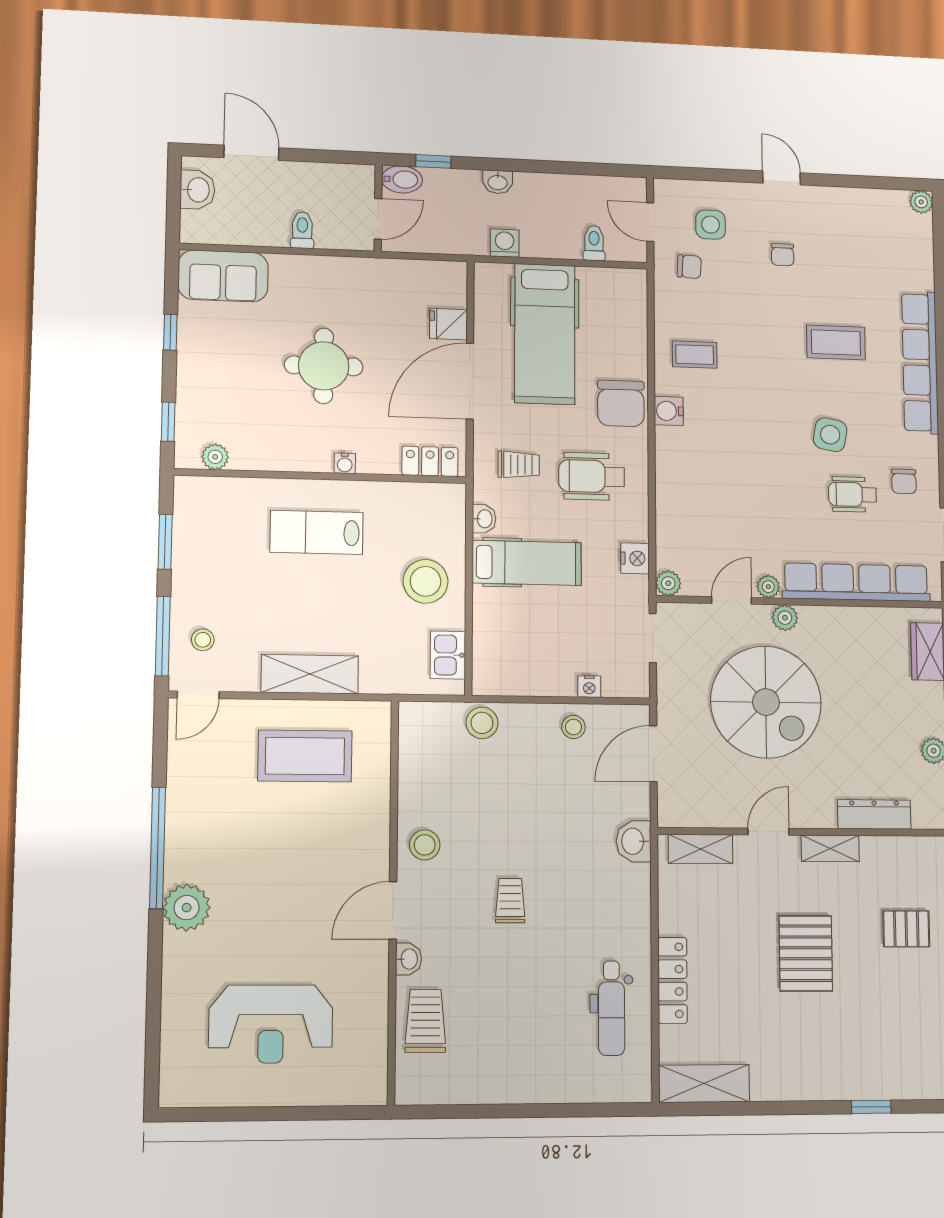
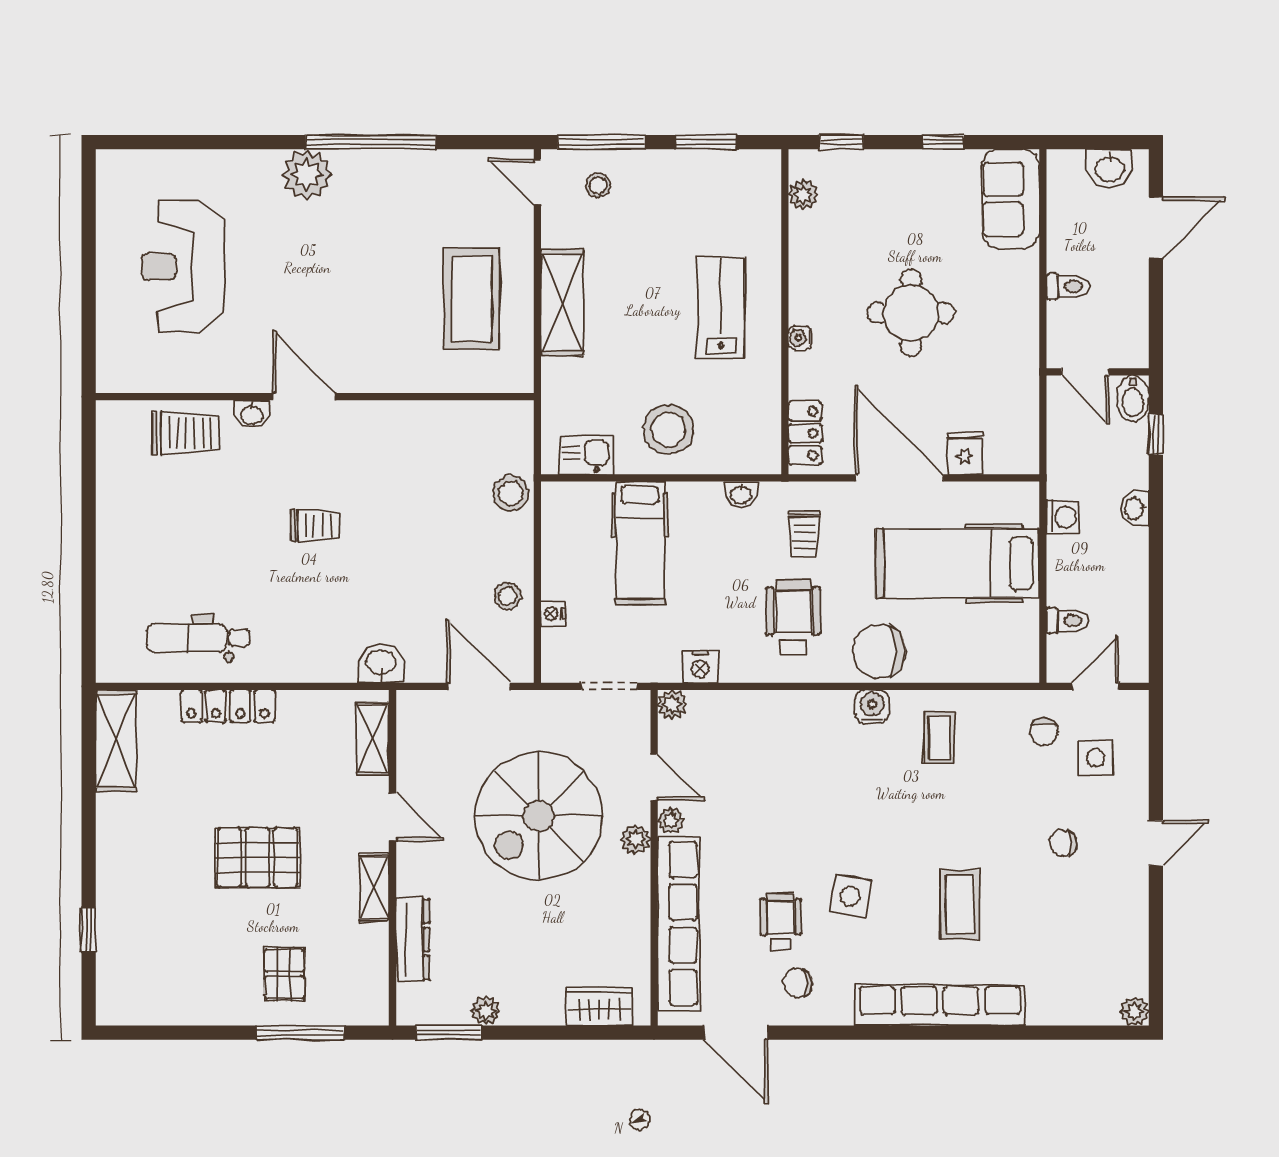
hospital bed: (527, 563) -> (640, 543), moved
stool: (425, 845) -> (376, 431), removed

